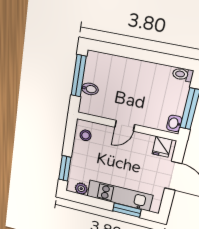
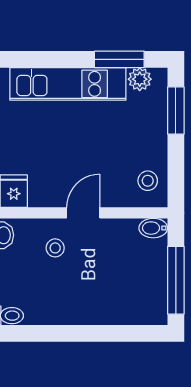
bidet: (90, 89) -> (153, 228), moved
stool: (145, 109) -> (55, 248), added
window: (127, 210) -> (119, 59), moved

